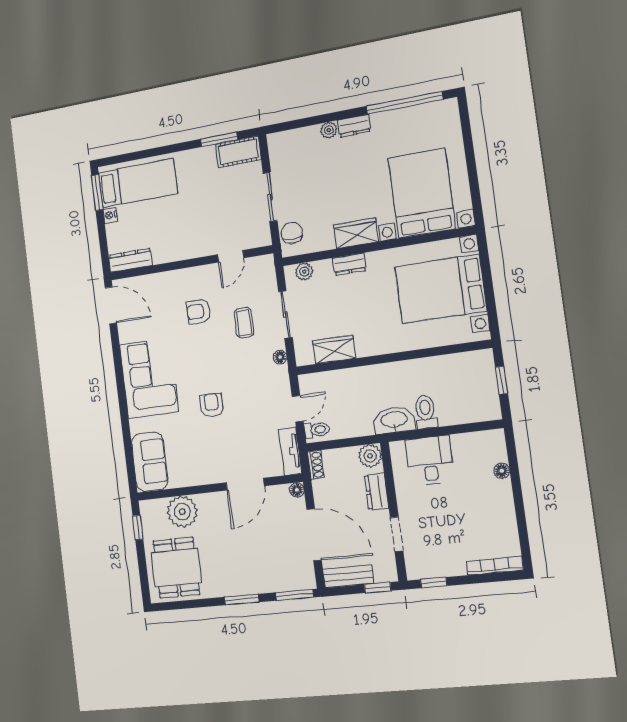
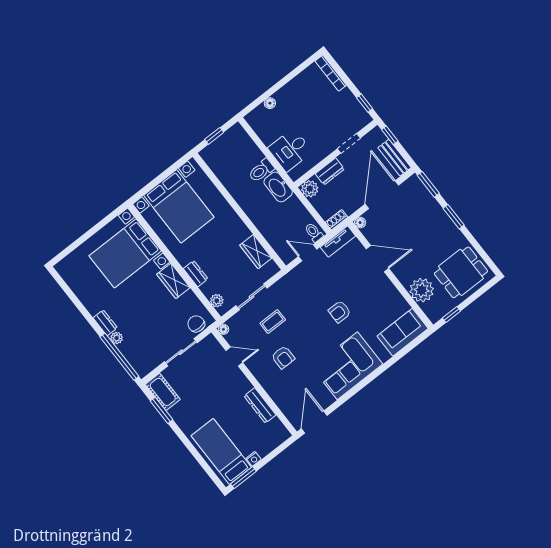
window: (404, 103) -> (119, 357), moved
chair: (292, 233) -> (196, 324), turned 90
dresser: (130, 260) -> (260, 405), moved
floor lamp: (280, 357) -> (223, 329), moved

